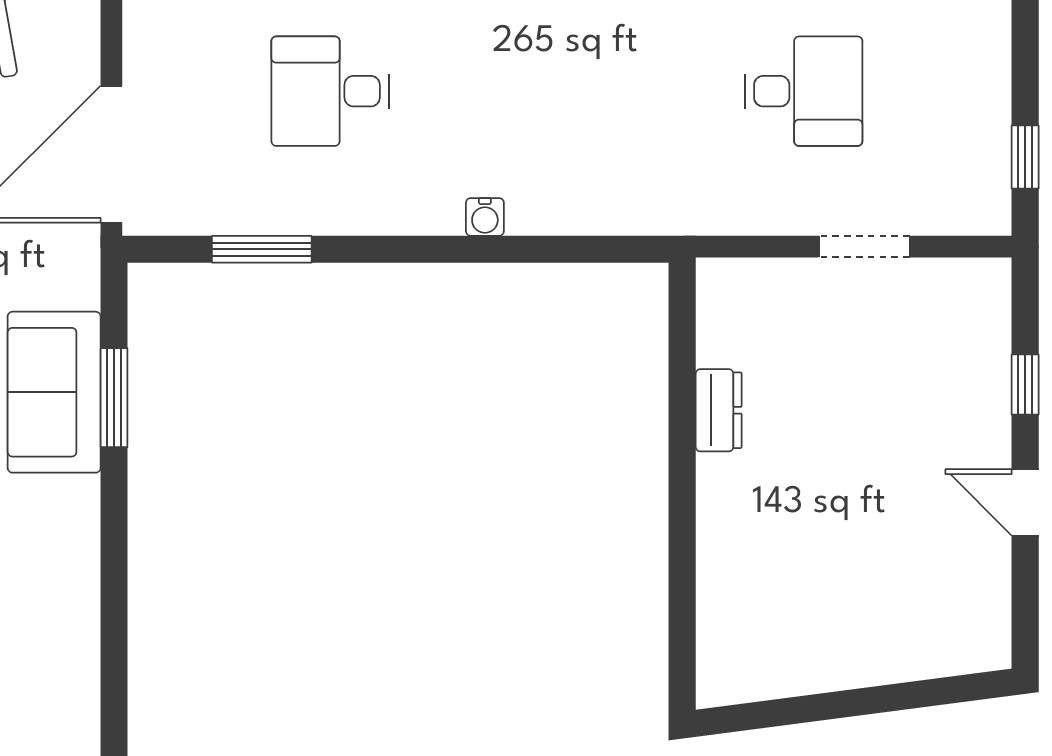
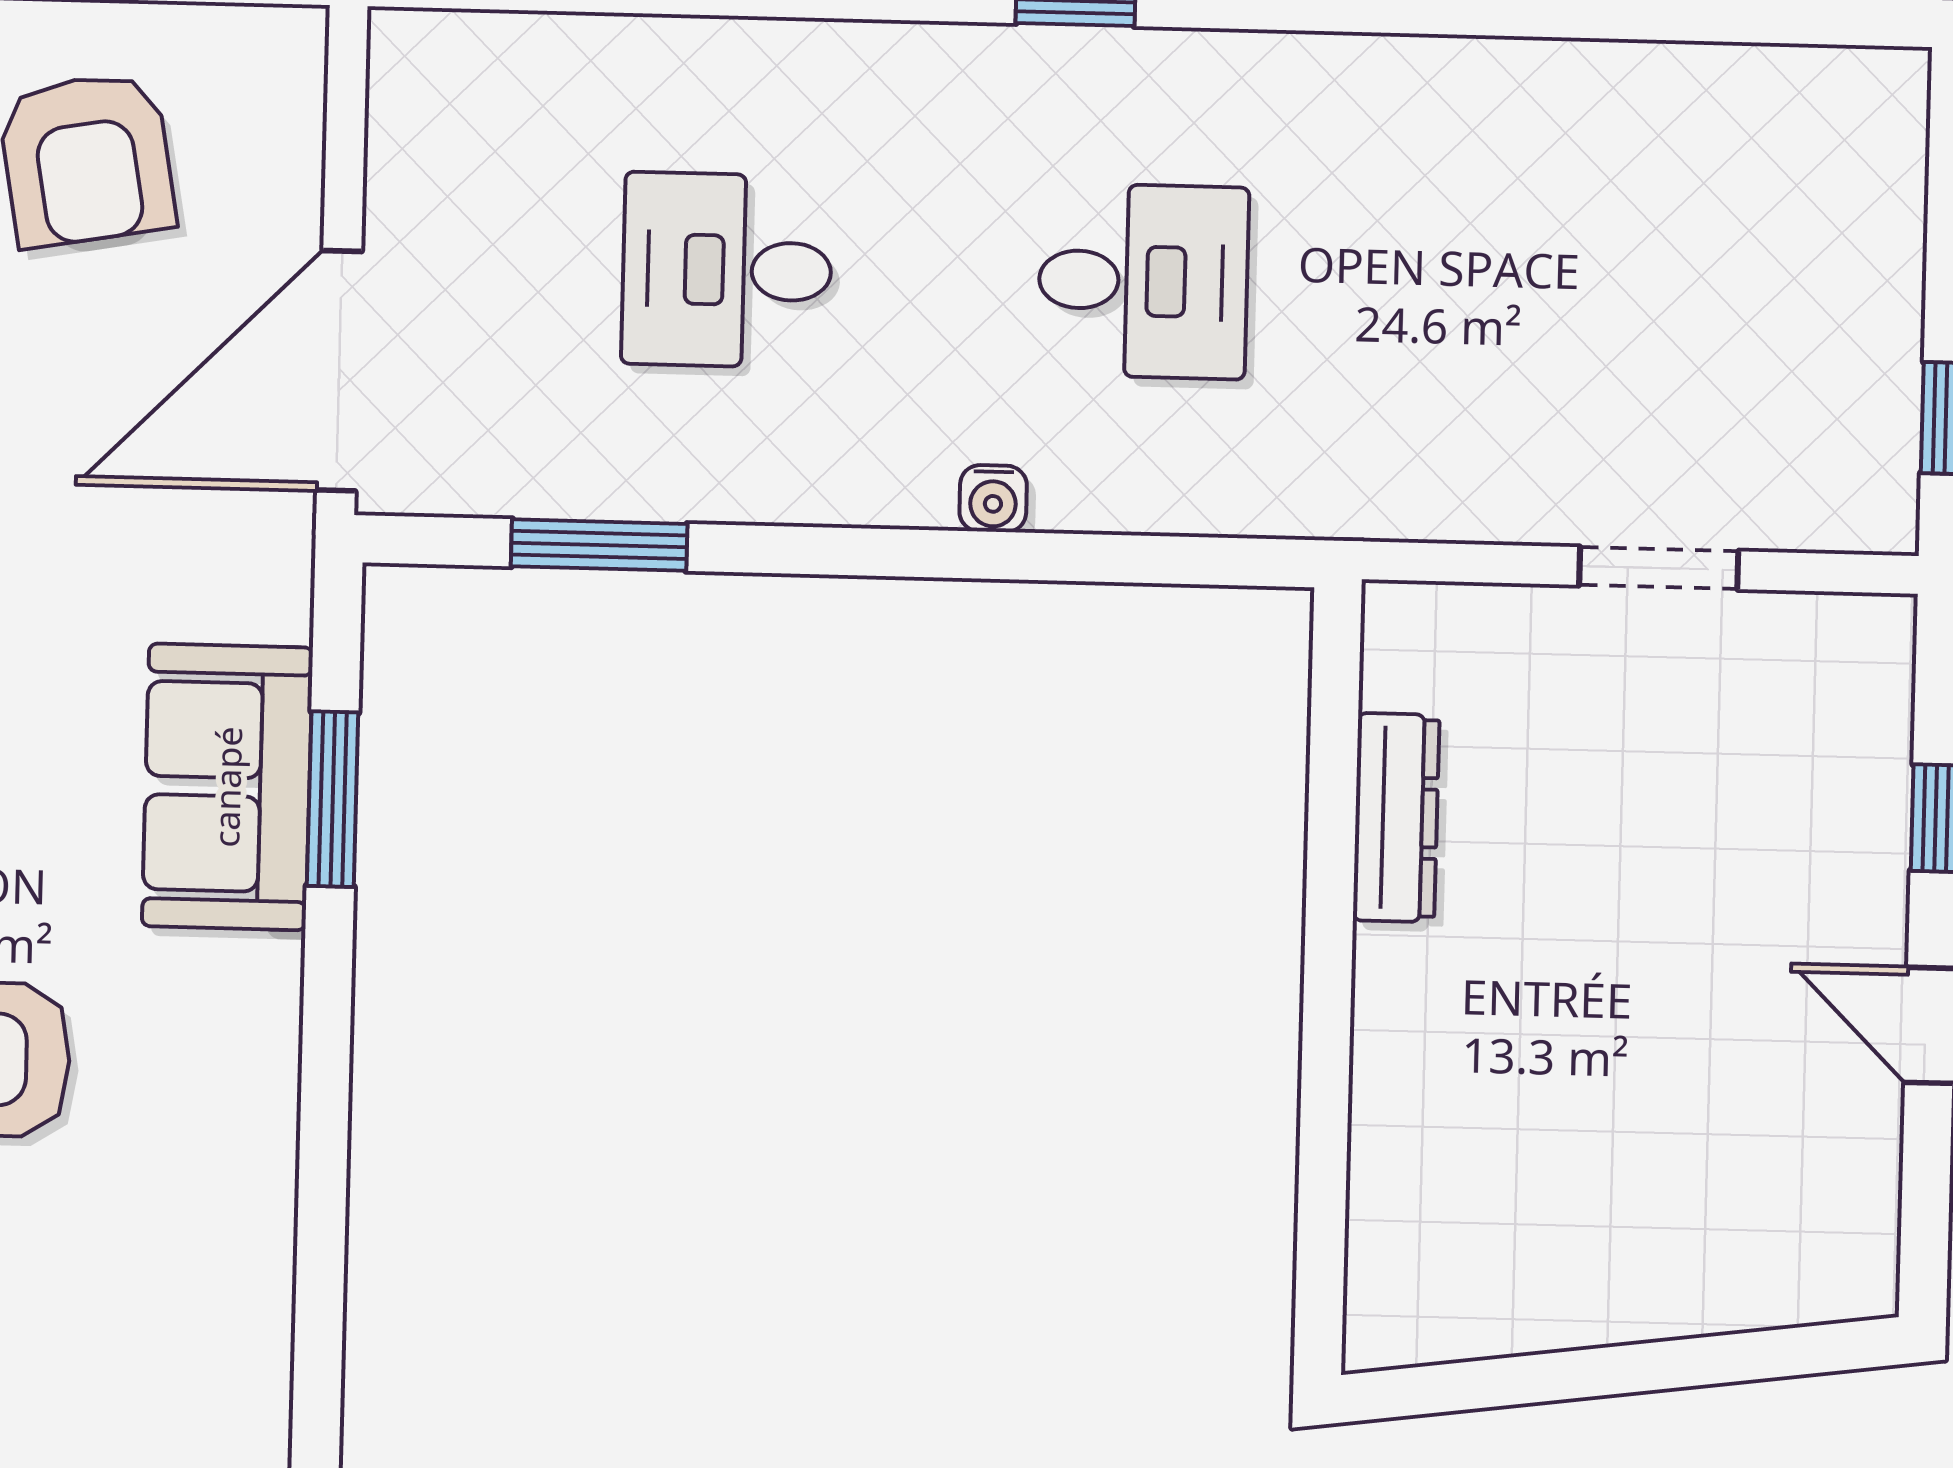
desk: (804, 91) -> (1143, 281), moved
dresser: (719, 410) -> (1396, 818), width x1.44

